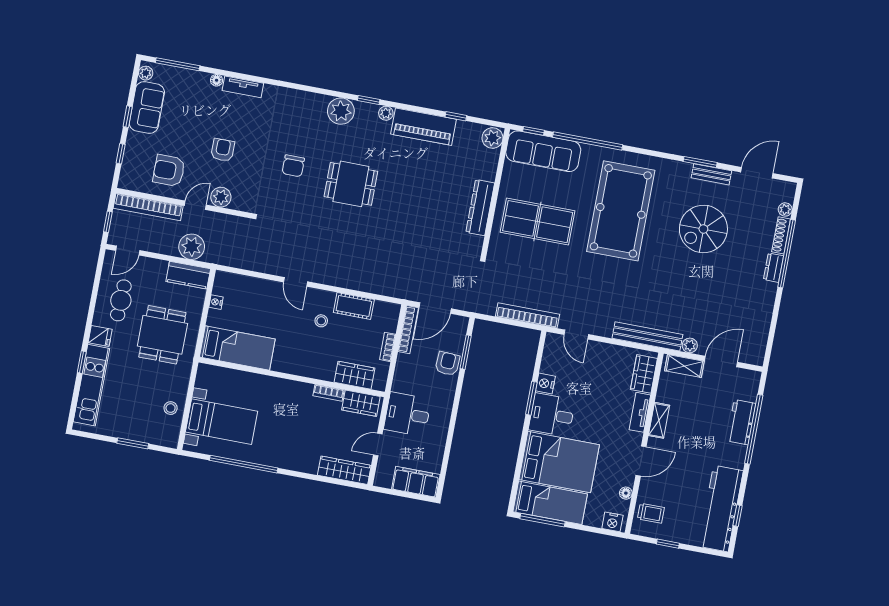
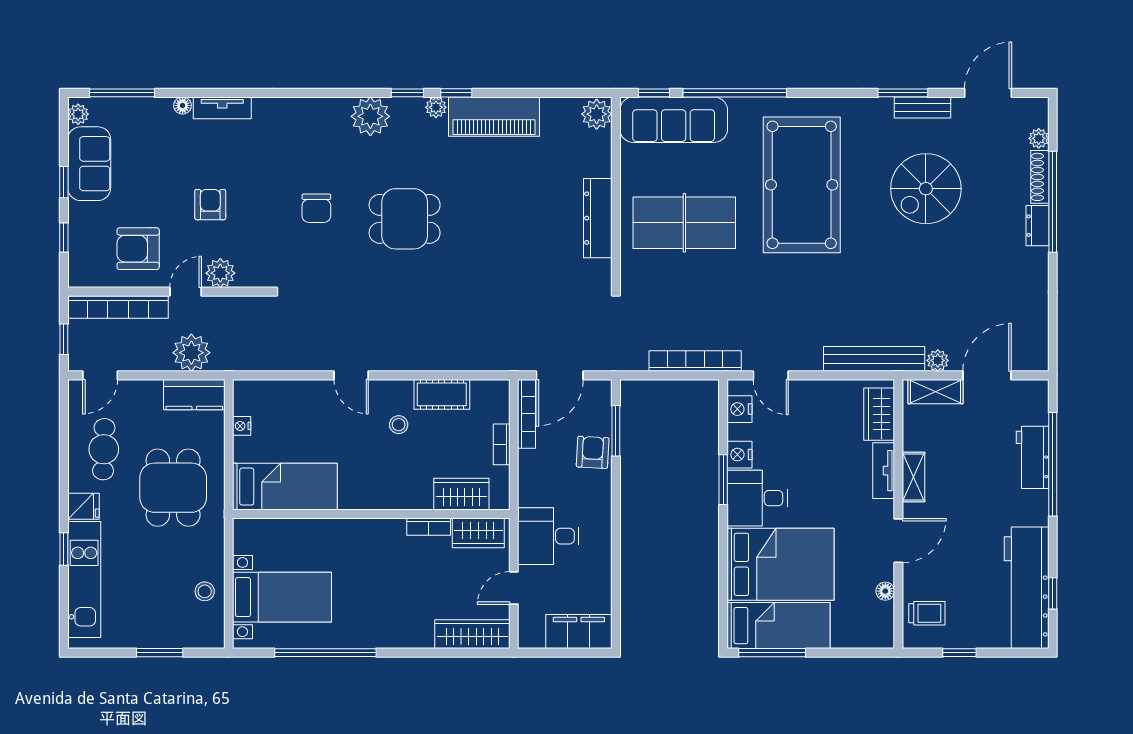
window: (456, 116) -> (456, 93), moved
nightstand: (612, 522) -> (739, 409), moved, turned 90

